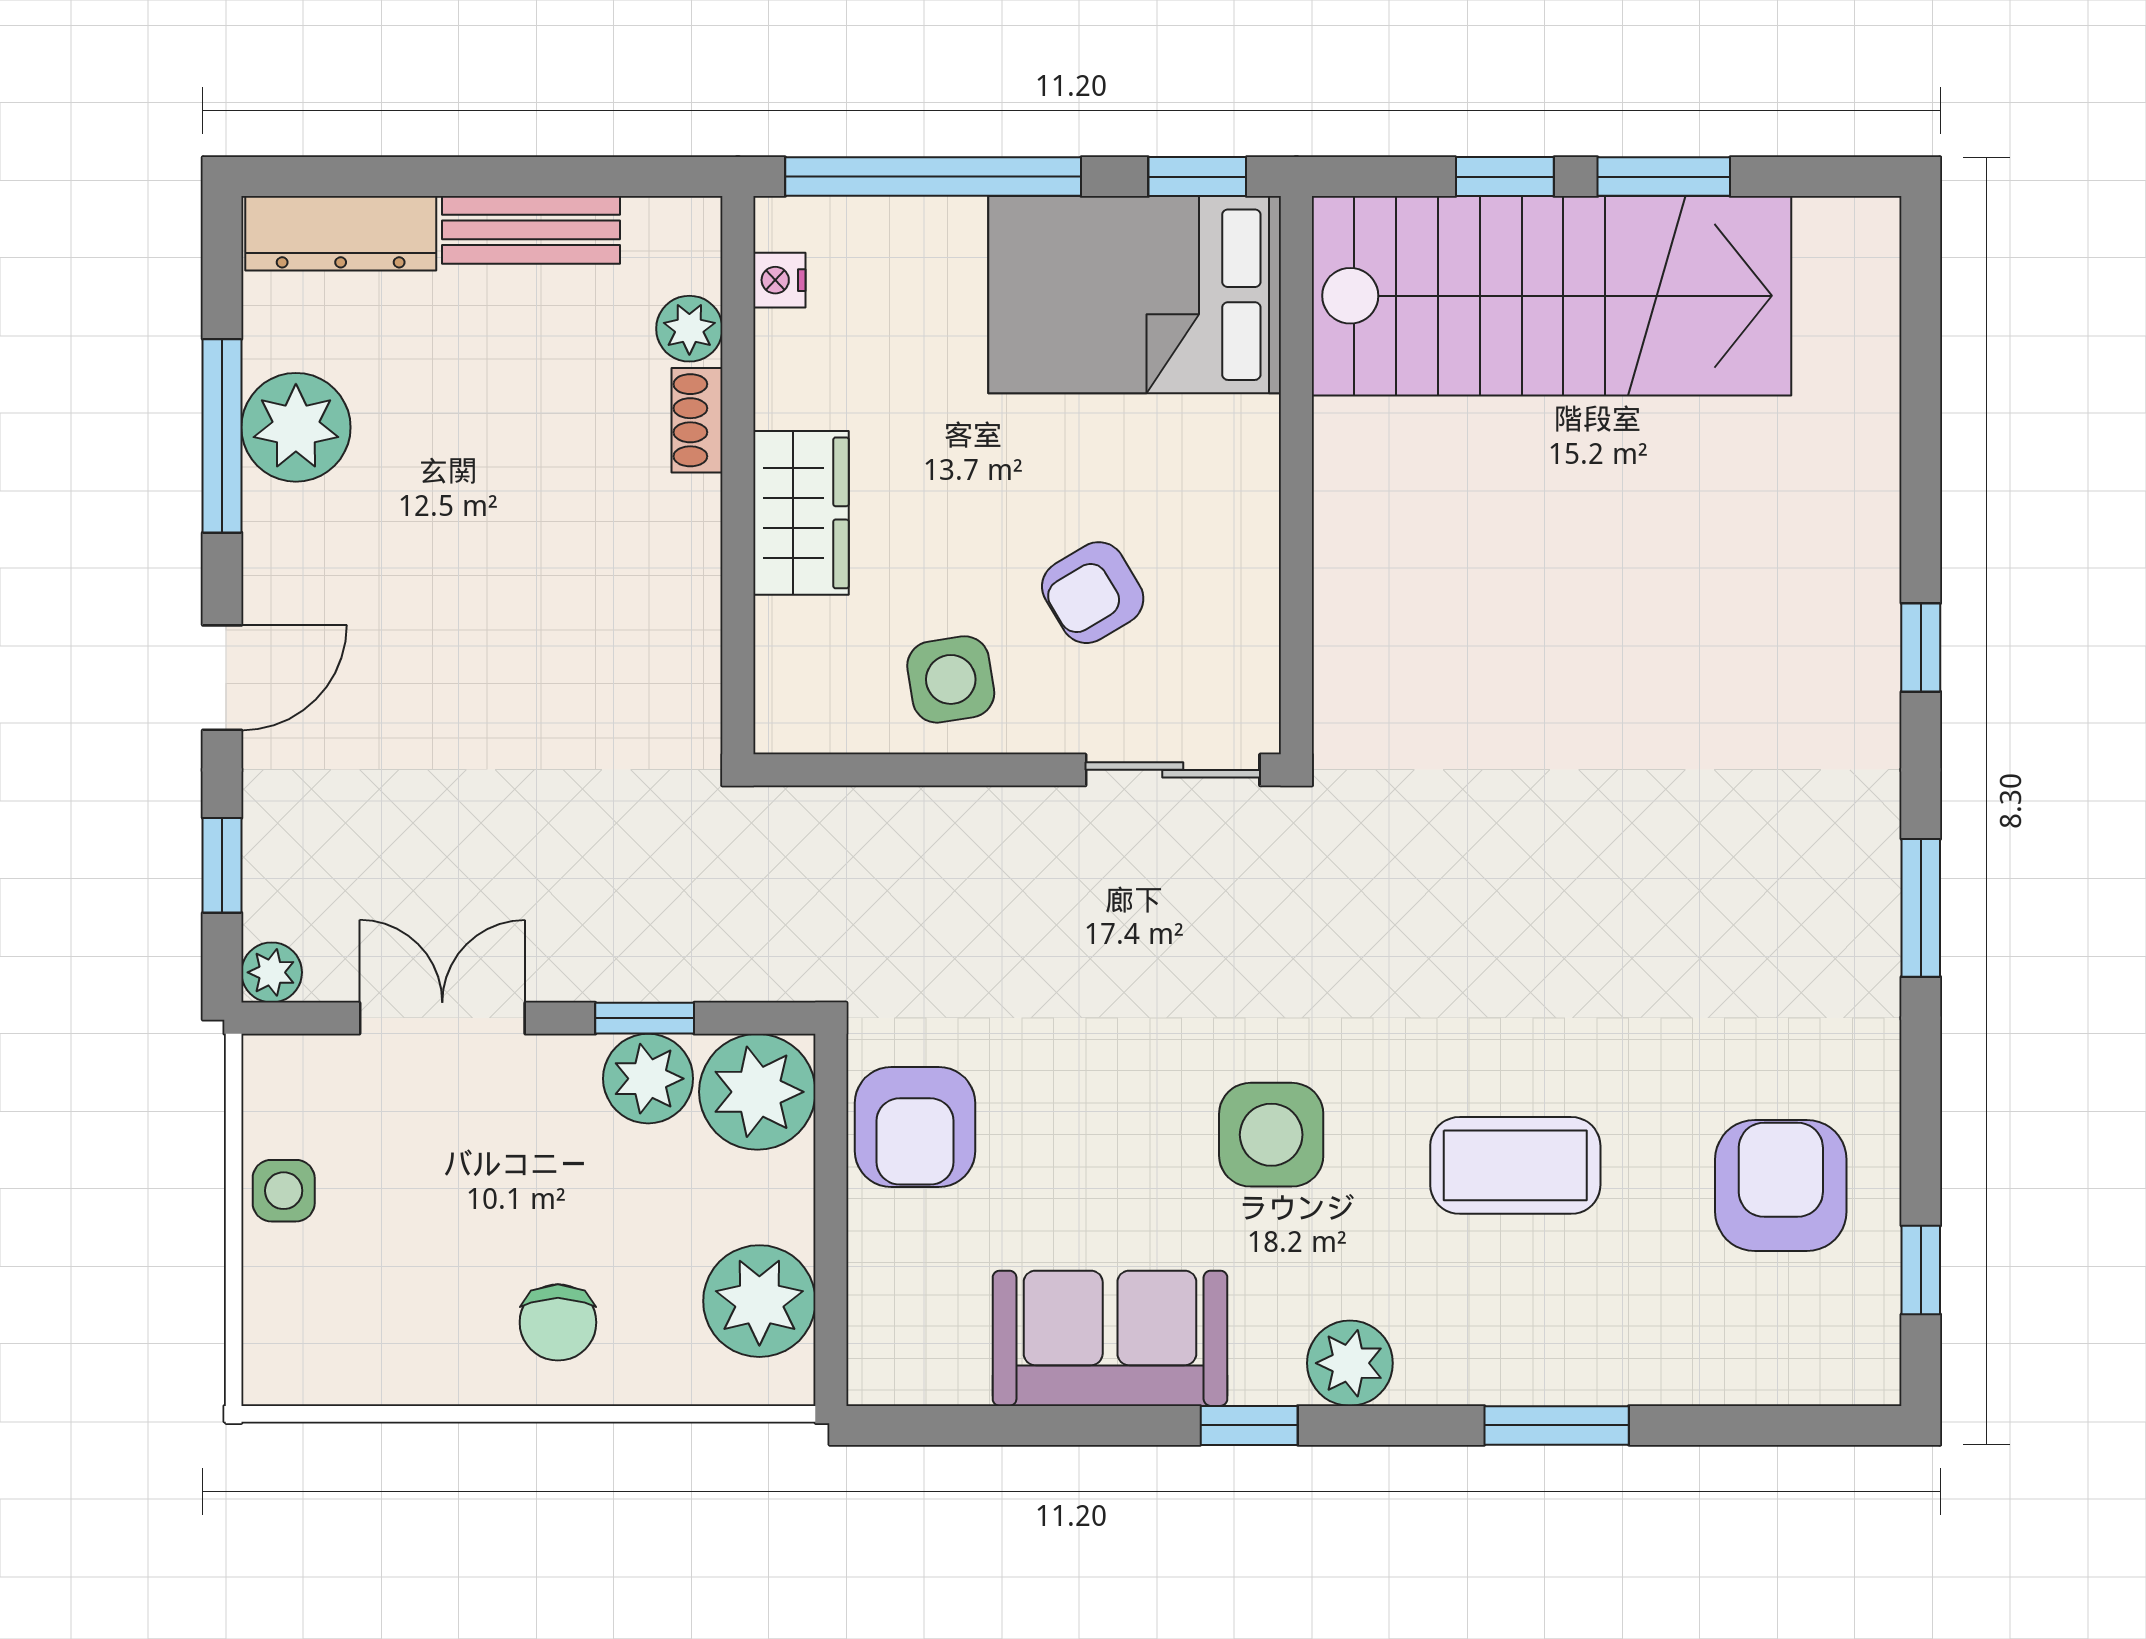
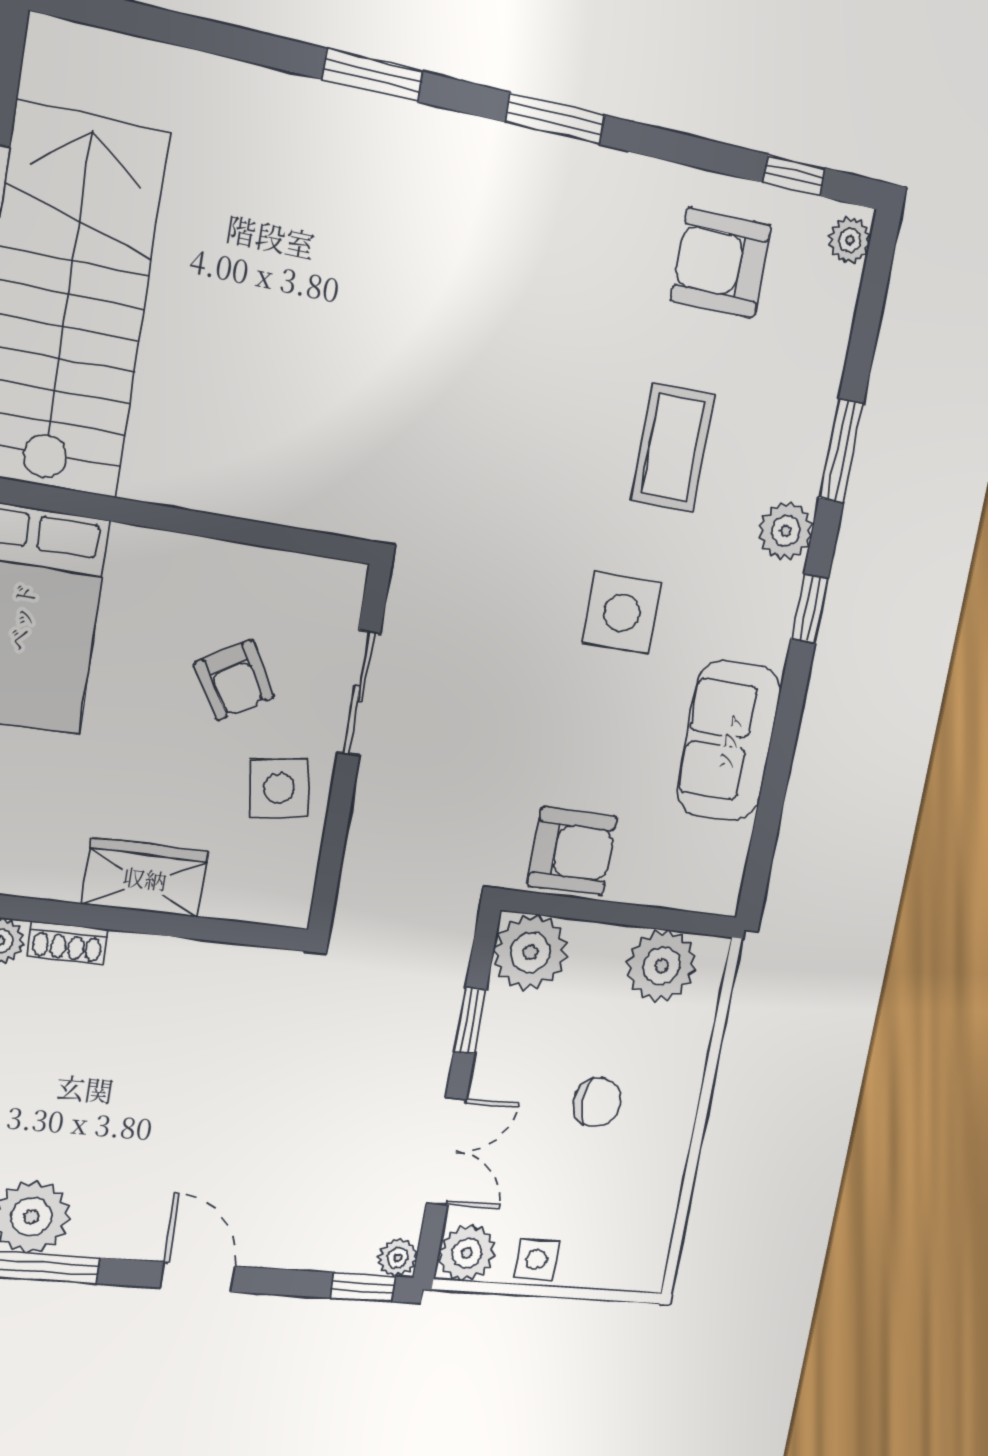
window: (1921, 647) -> (372, 75), width x1.50
sliding door: (1173, 770) -> (359, 693), moved
window: (222, 865) -> (363, 1287), moved
double door: (442, 1018) -> (446, 1151), swing flipped
plant: (648, 1079) -> (467, 1253), moved
chair: (558, 1322) -> (597, 1102), moved
plant: (1350, 1363) -> (786, 531), moved
plant: (1851, 1374) -> (850, 240), added
window: (1249, 1425) -> (810, 609), moved

